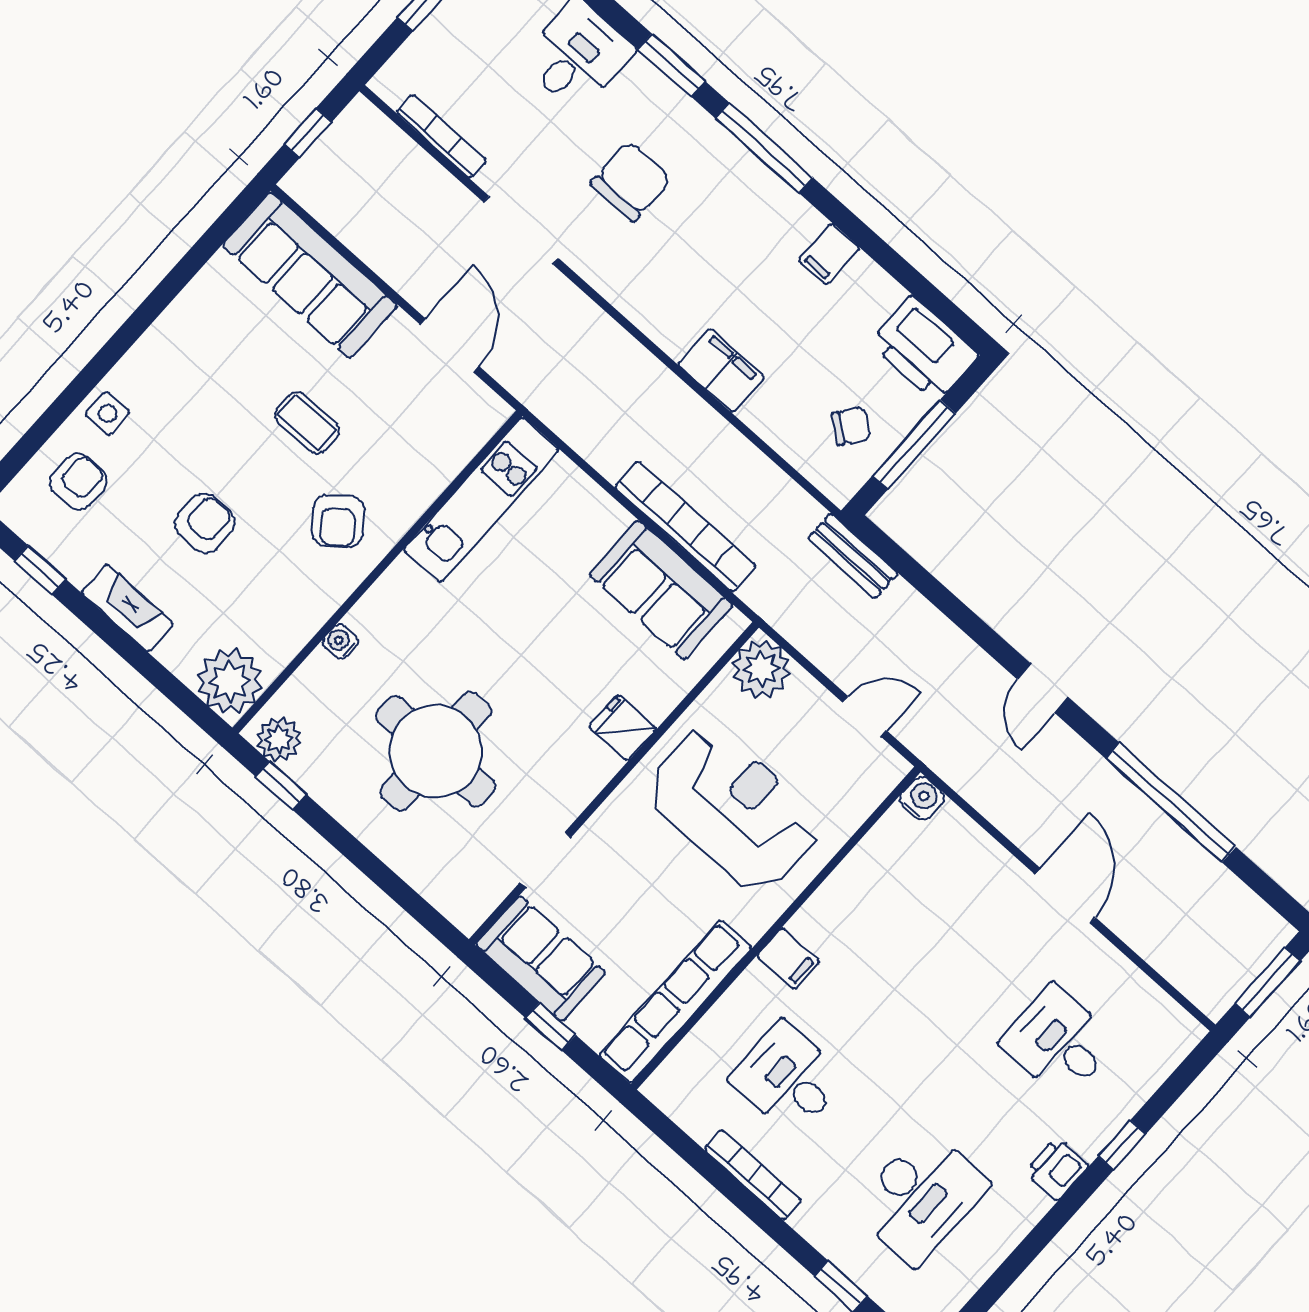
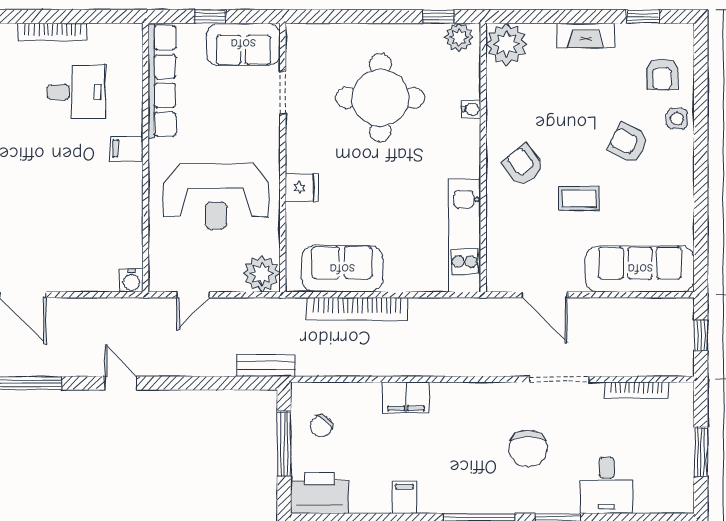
armchair: (205, 523) -> (628, 143), moved, turned 117

